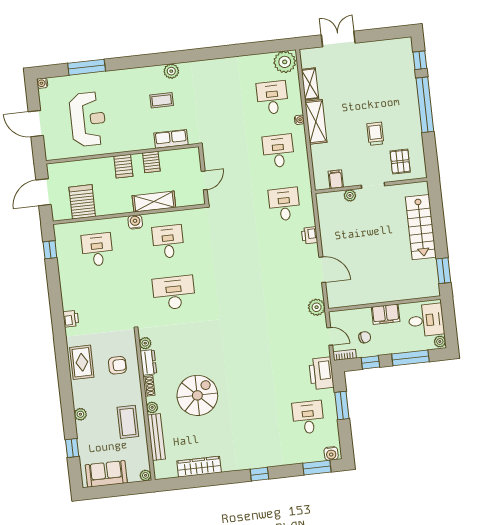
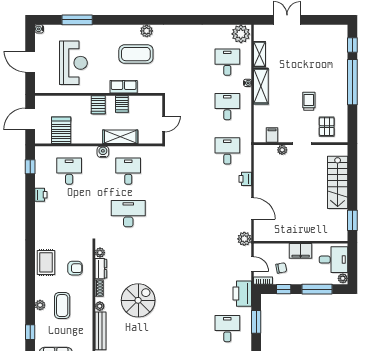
coffee table: (162, 100) -> (136, 54), width x1.86, depth x1.72
row of seats: (171, 139) -> (124, 87), moved
printer: (71, 319) -> (41, 195), moved
coffee table: (128, 422) -> (62, 306), moved

